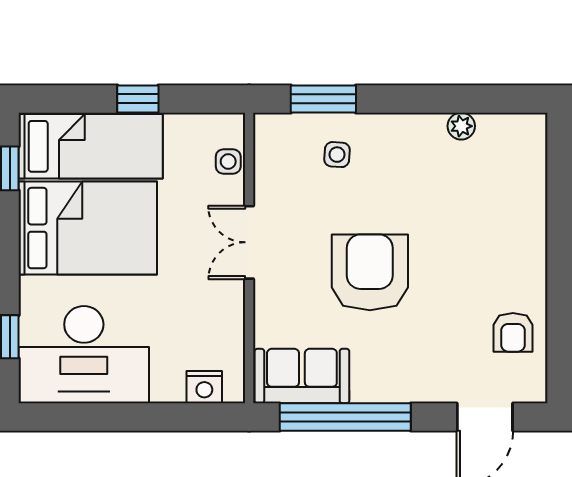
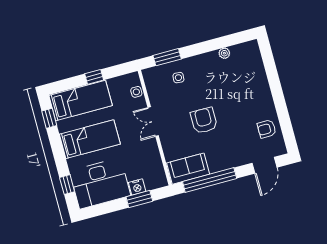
bed: (88, 228) -> (90, 139), width x0.67
armchair: (370, 272) -> (204, 120), width x0.73, depth x0.73
armchair: (513, 332) -> (267, 129), turned 90
nightstand: (204, 387) -> (137, 187), moved
window: (167, 417) -> (139, 199), added

